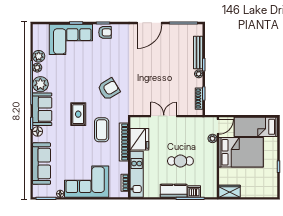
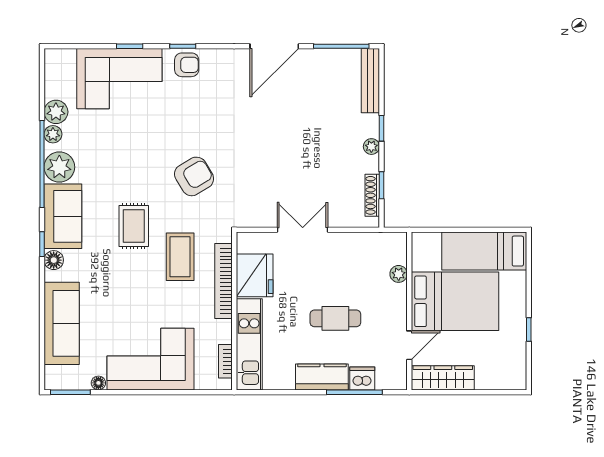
bench: (198, 53) -> (370, 81), moved
door: (218, 127) -> (409, 345), moved
wardrobe: (230, 191) -> (443, 378), width x1.50

